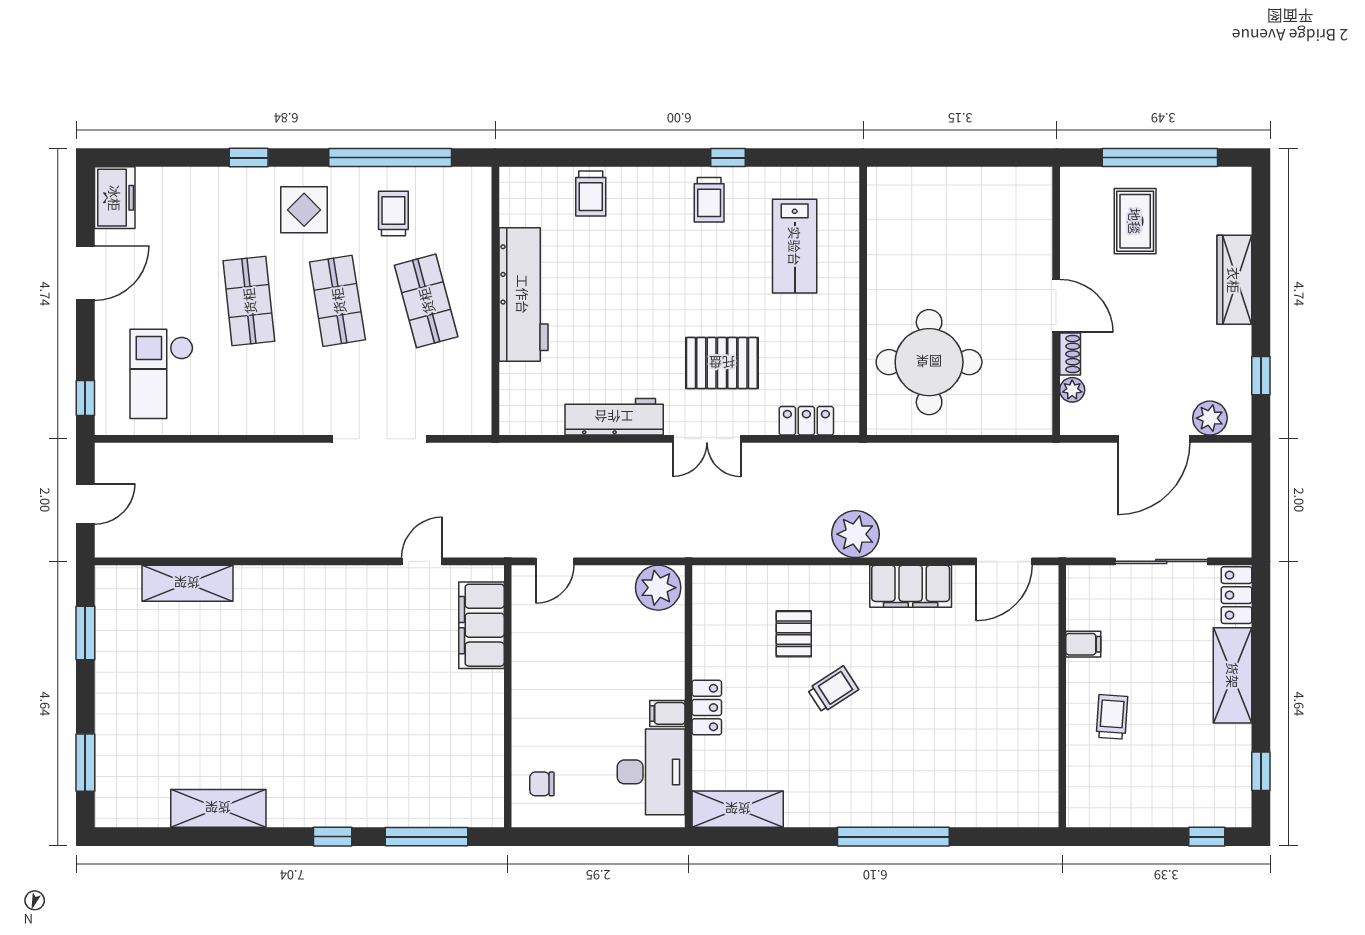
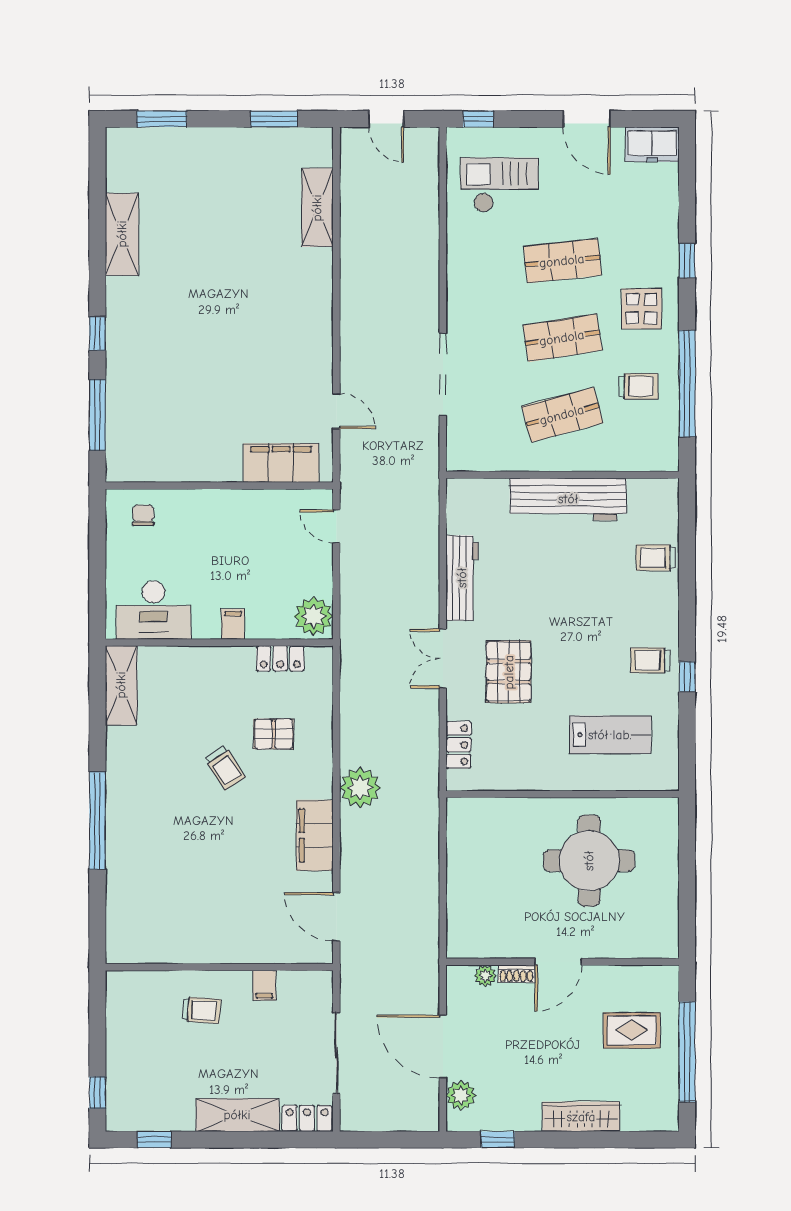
lab bench: (795, 246) -> (610, 735), turned 180
round table: (929, 362) -> (589, 861), moved
locker: (707, 708) -> (280, 658), moved
filing cabinet: (667, 713) -> (233, 624), moved

